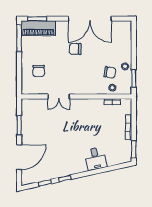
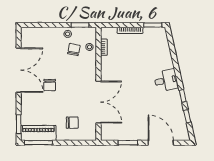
piano: (38, 28) -> (38, 133), moved, turned -90
double door: (59, 96) -> (98, 102), width x1.87
desk: (96, 159) -> (166, 80), moved

